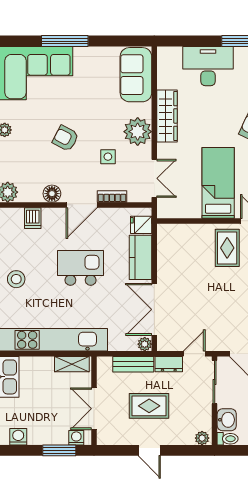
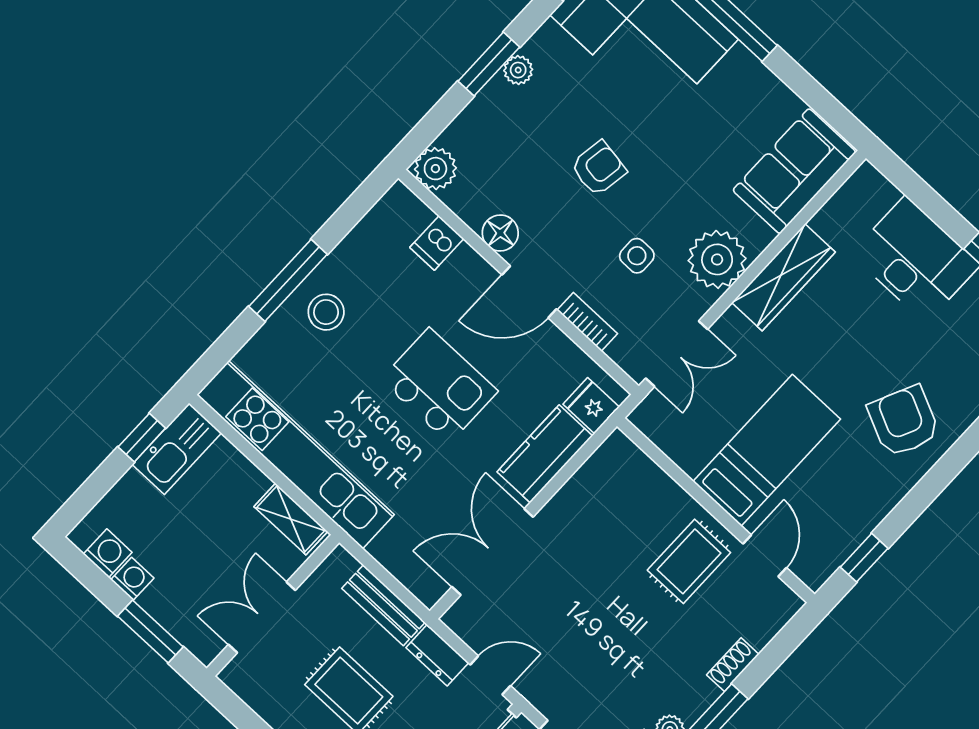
armchair: (65, 138) -> (598, 168), turned 71
plant: (145, 344) -> (429, 591), removed
washing machine: (76, 438) -> (132, 579), moved

